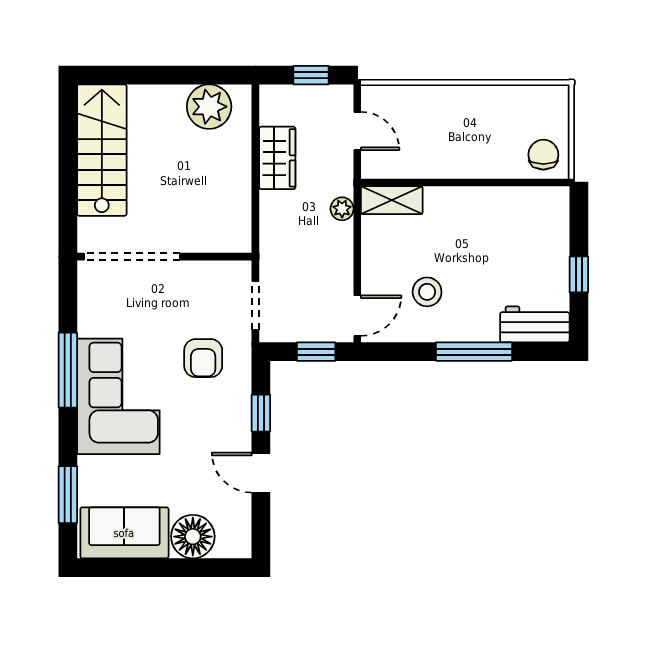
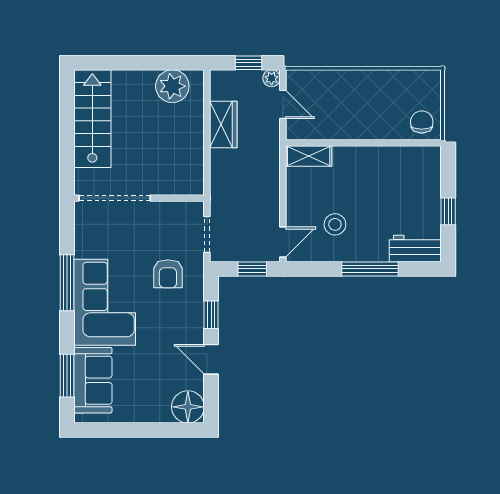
plant: (342, 209) -> (272, 78), moved
sofa: (124, 533) -> (93, 380), moved, turned 90
floor lamp: (193, 537) -> (188, 407), moved

